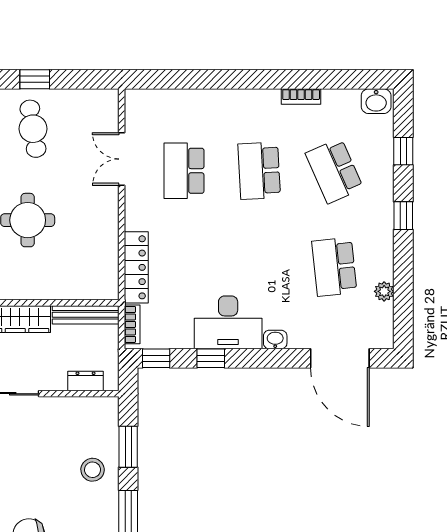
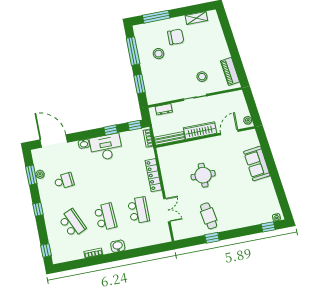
washbasin: (376, 101) -> (118, 246), moved
window: (403, 151) -> (46, 250), moved
locker: (136, 267) -> (153, 175), moved
school desk: (334, 267) -> (64, 181), width x0.54
window: (403, 293) -> (31, 175), added
stool: (93, 470) -> (158, 54), moved

